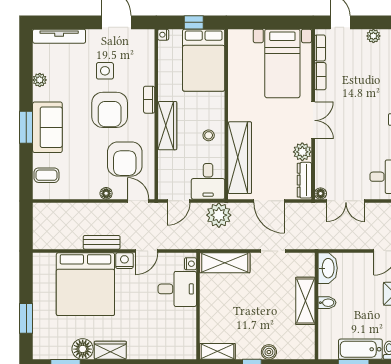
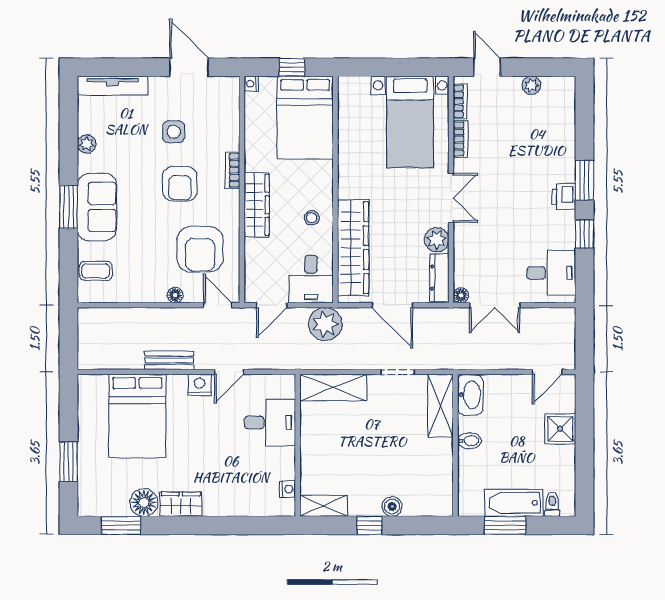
armchair: (110, 110) -> (180, 184), width x0.73, depth x0.73
nightstand: (190, 264) -> (288, 489), moved
bed: (85, 284) -> (137, 416), width x0.73
shelving: (305, 301) -> (441, 406), moved

